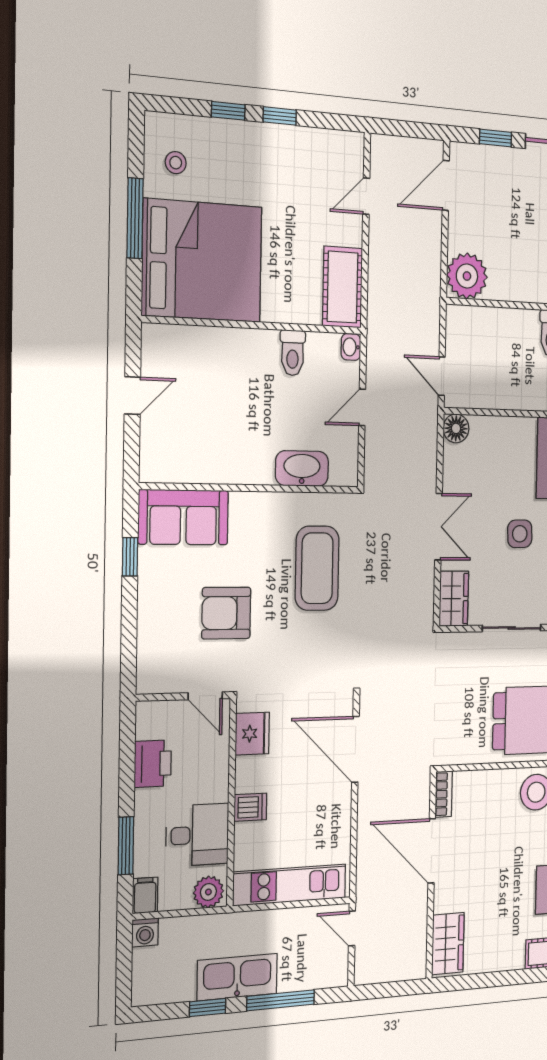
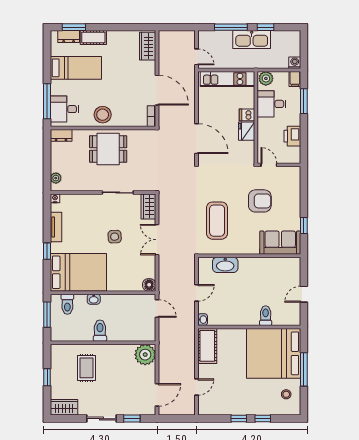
toilet: (293, 353) -> (266, 316), moved
fridge: (252, 734) -> (247, 131), moved

